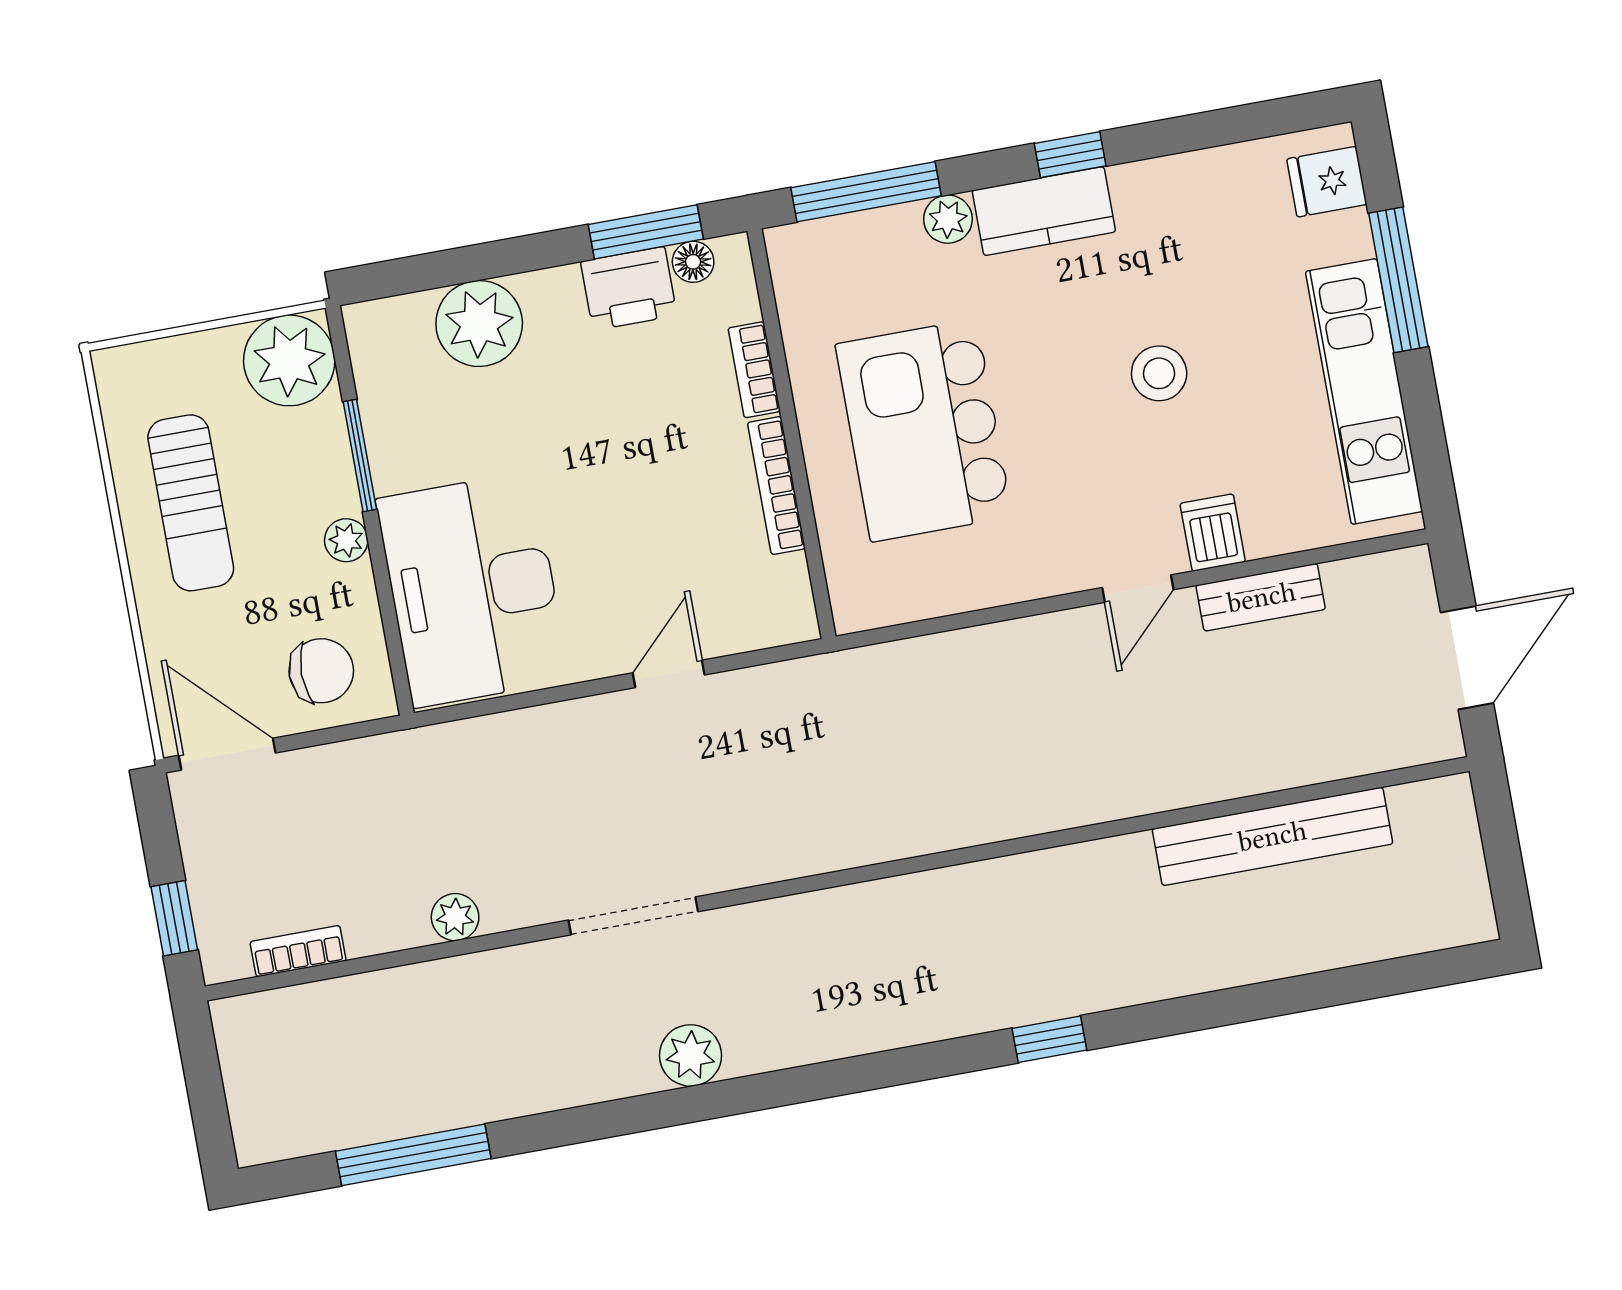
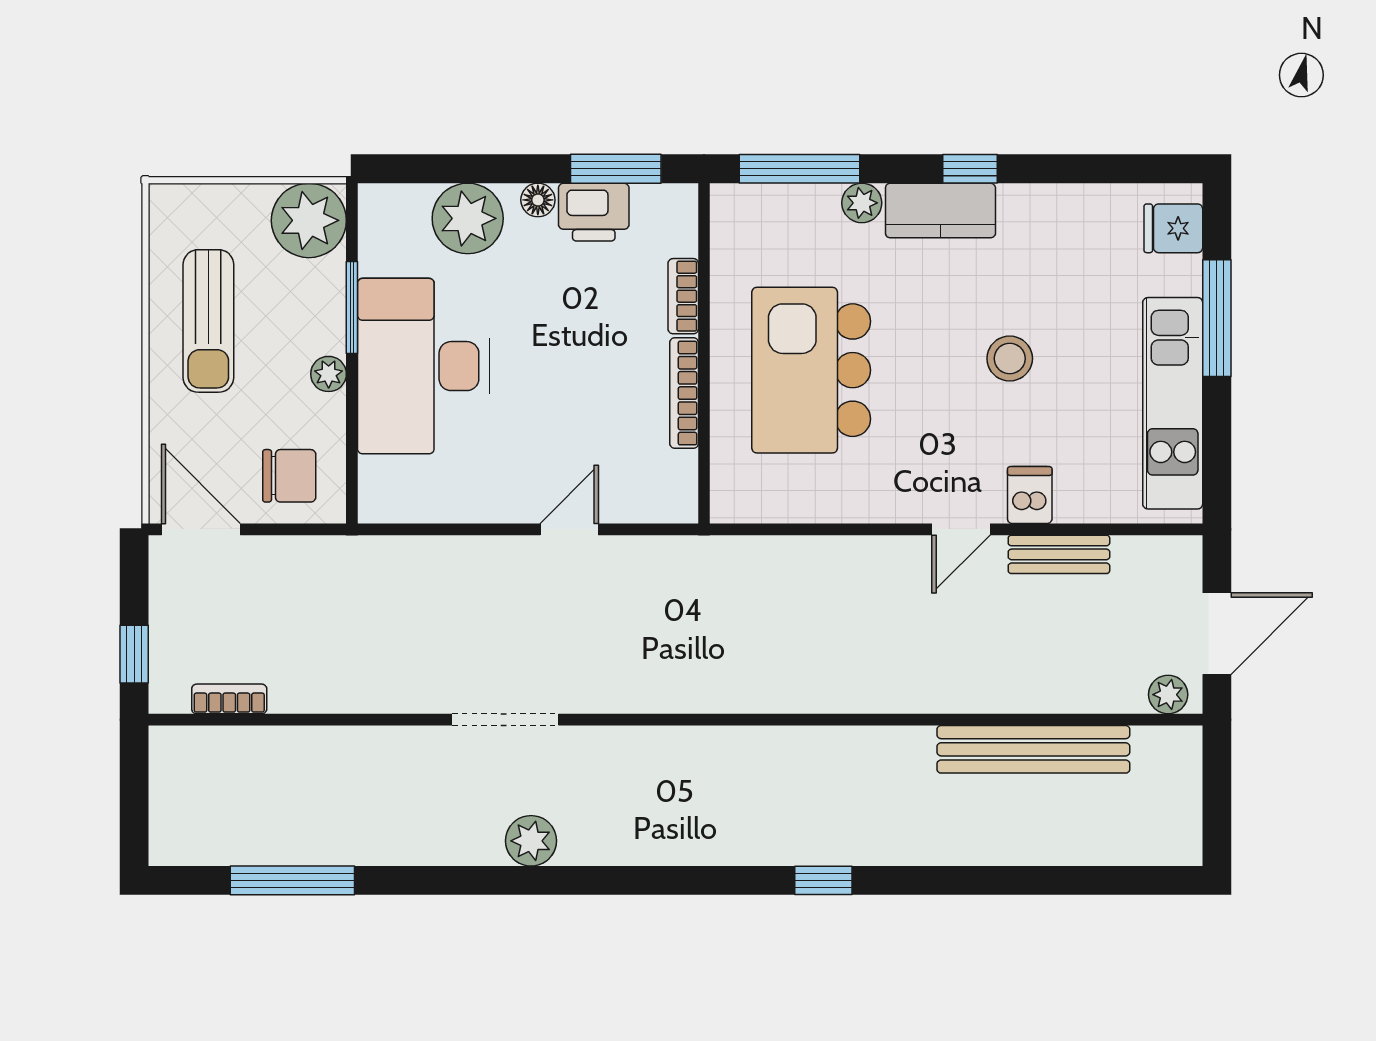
floor lamp: (693, 262) -> (538, 200), moved
desk: (473, 590) -> (423, 366), moved
plant: (455, 917) -> (1168, 695), moved

